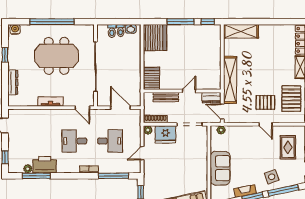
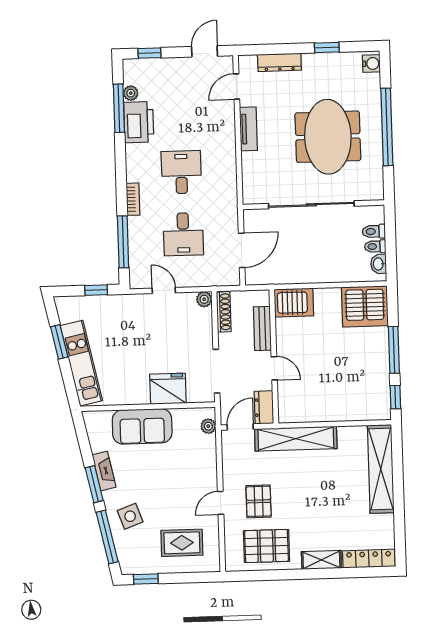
shelving: (241, 31) -> (381, 469), width x1.47
door: (82, 108) -> (236, 86), moved
fridge: (165, 134) -> (168, 389), moved, turned 90

